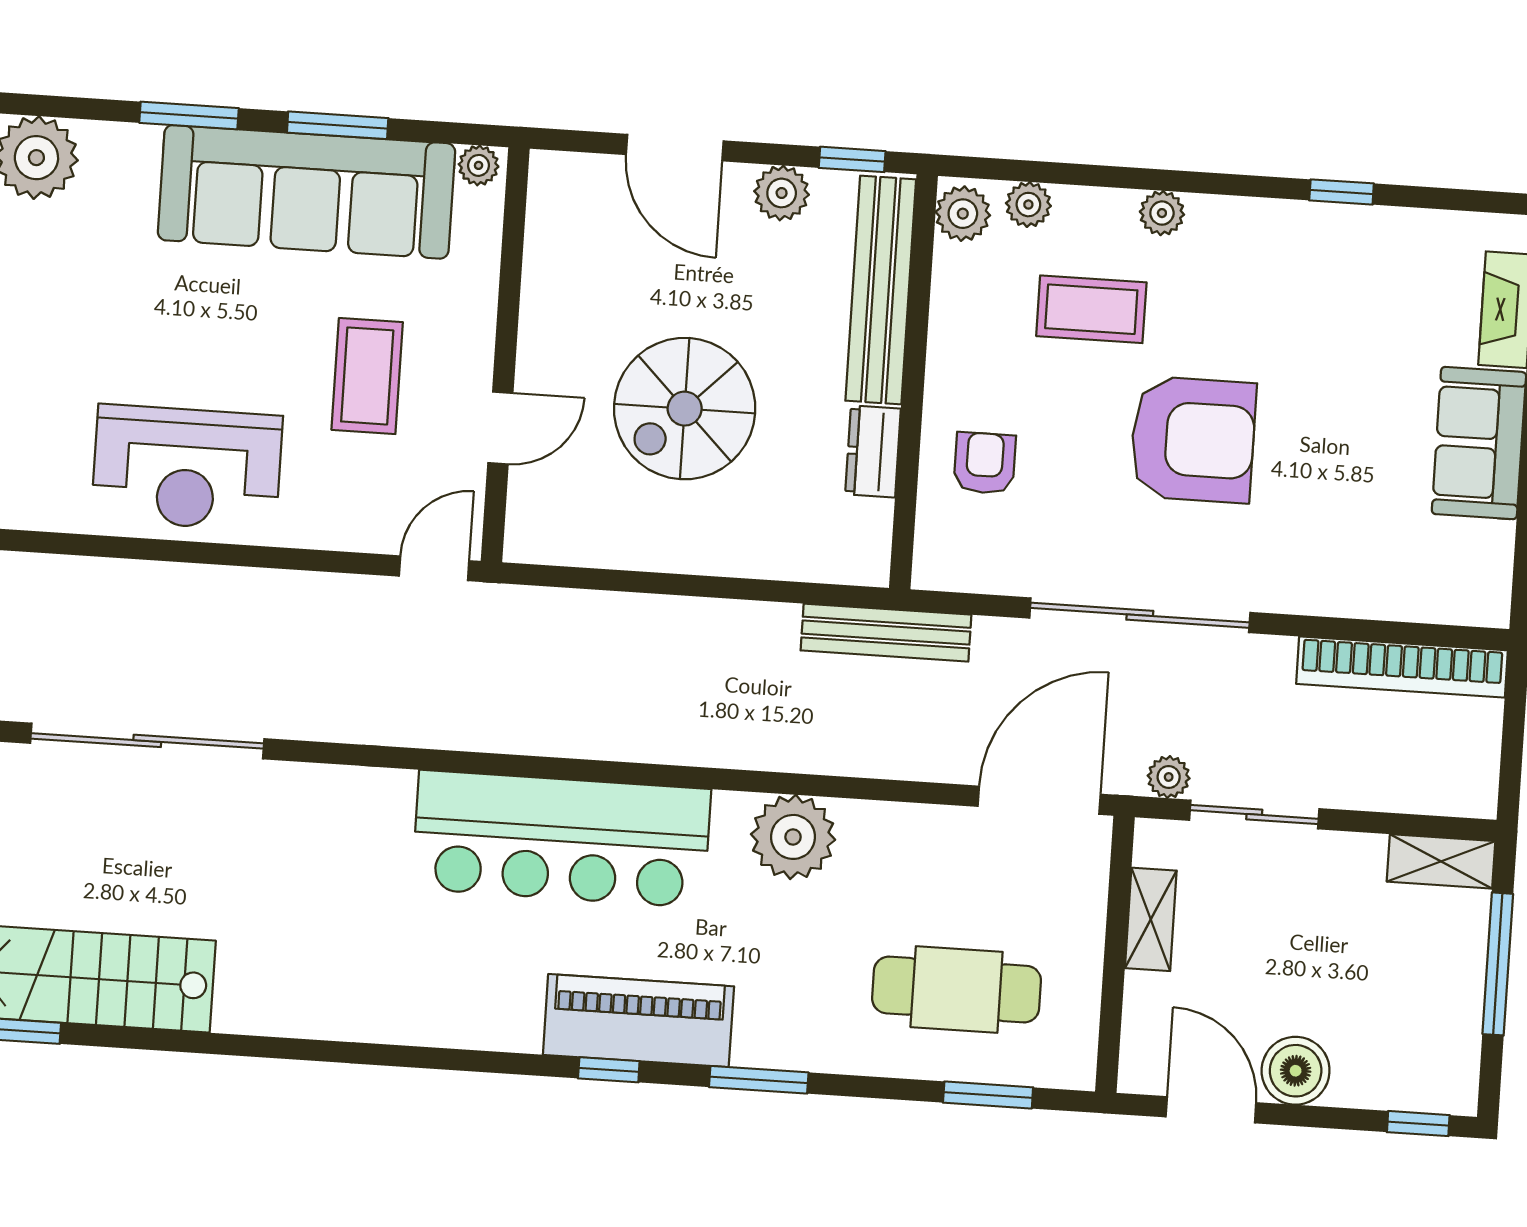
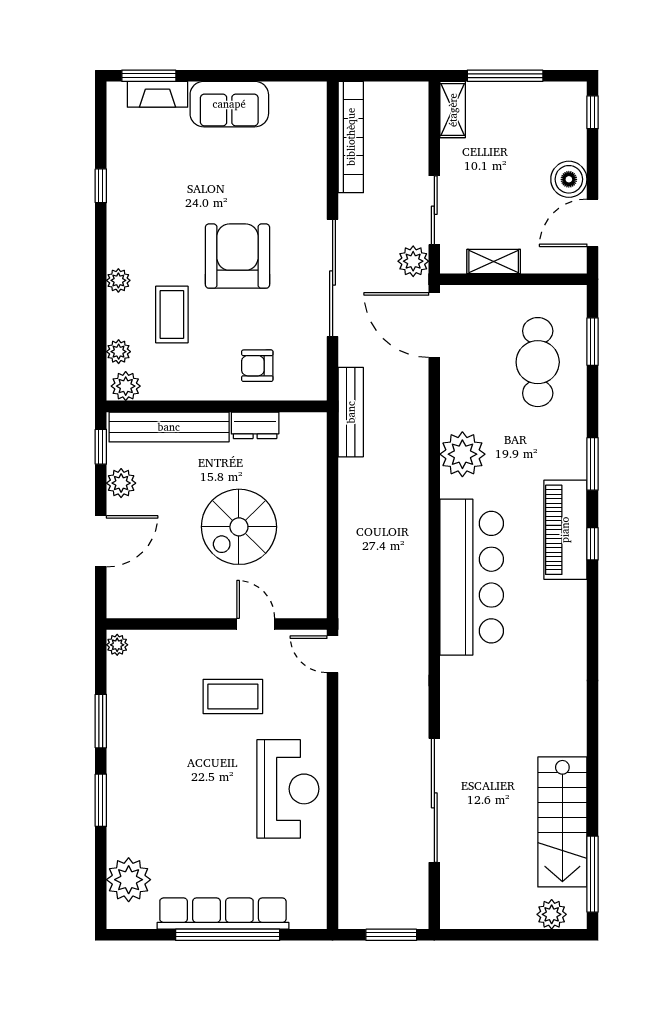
sofa: (306, 192) -> (137, 735), removed
spiral stairs: (685, 409) -> (239, 527), turned 90
plant: (1169, 777) -> (413, 261), width x1.38, depth x1.38

